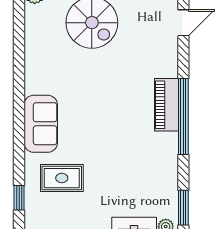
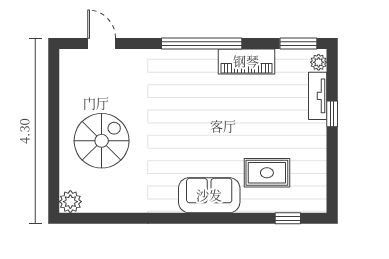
piano: (166, 105) -> (246, 61), moved
rug: (62, 178) -> (267, 173), turned 90

